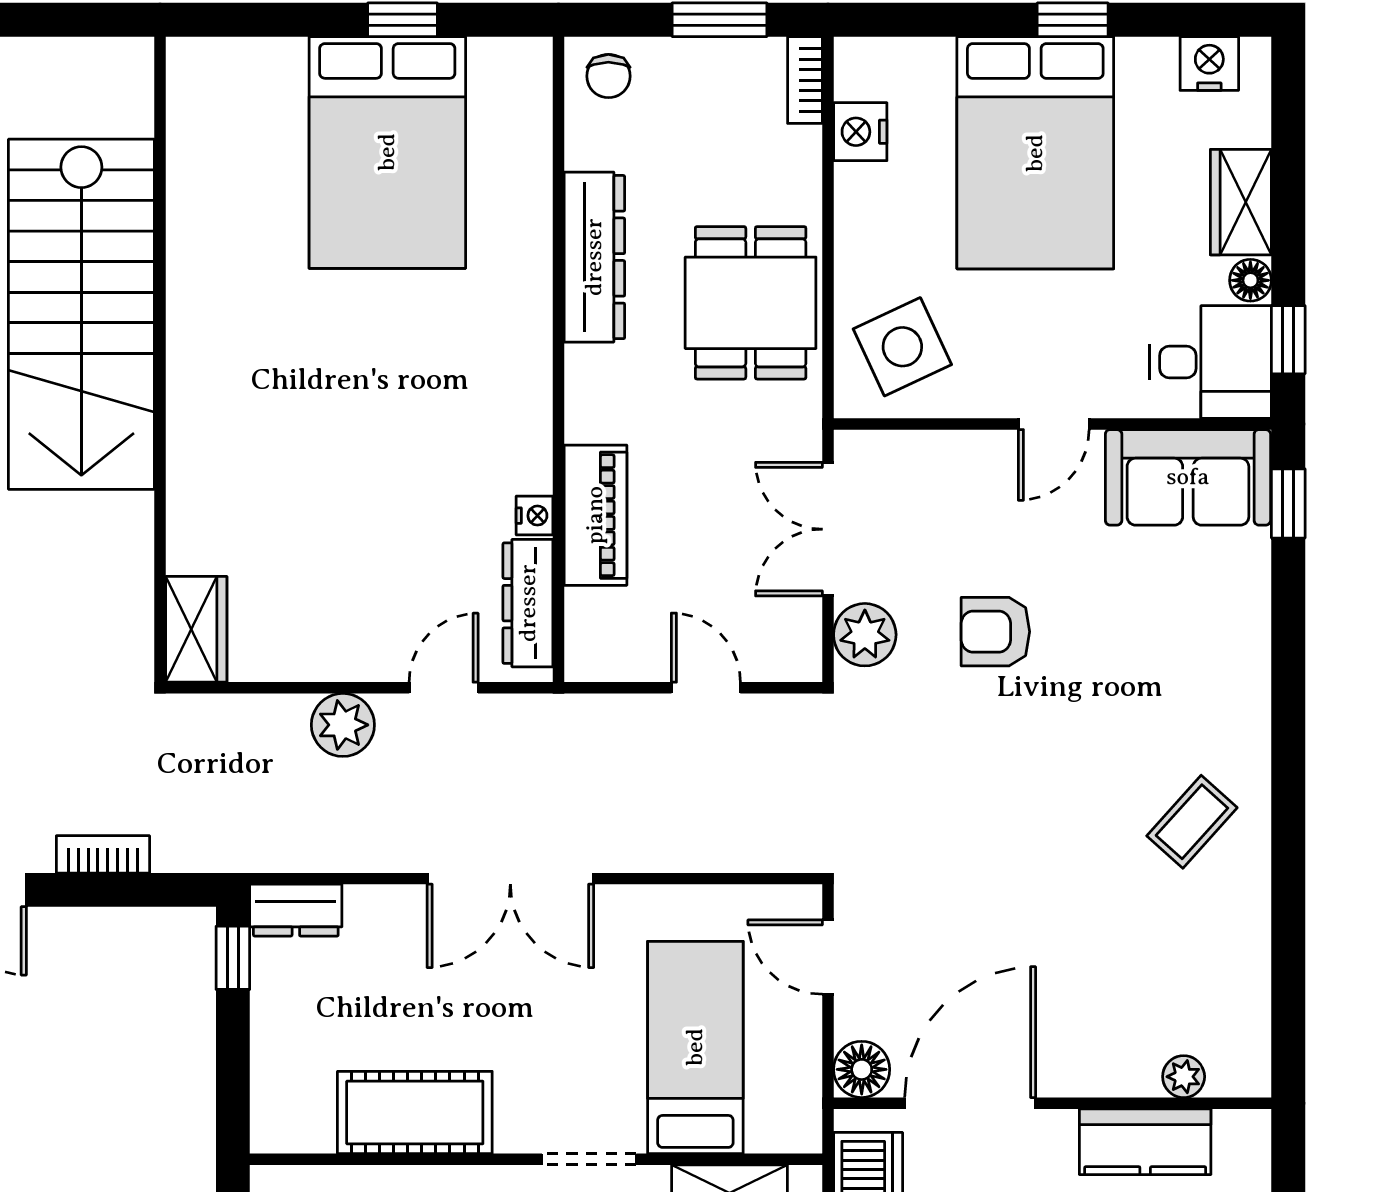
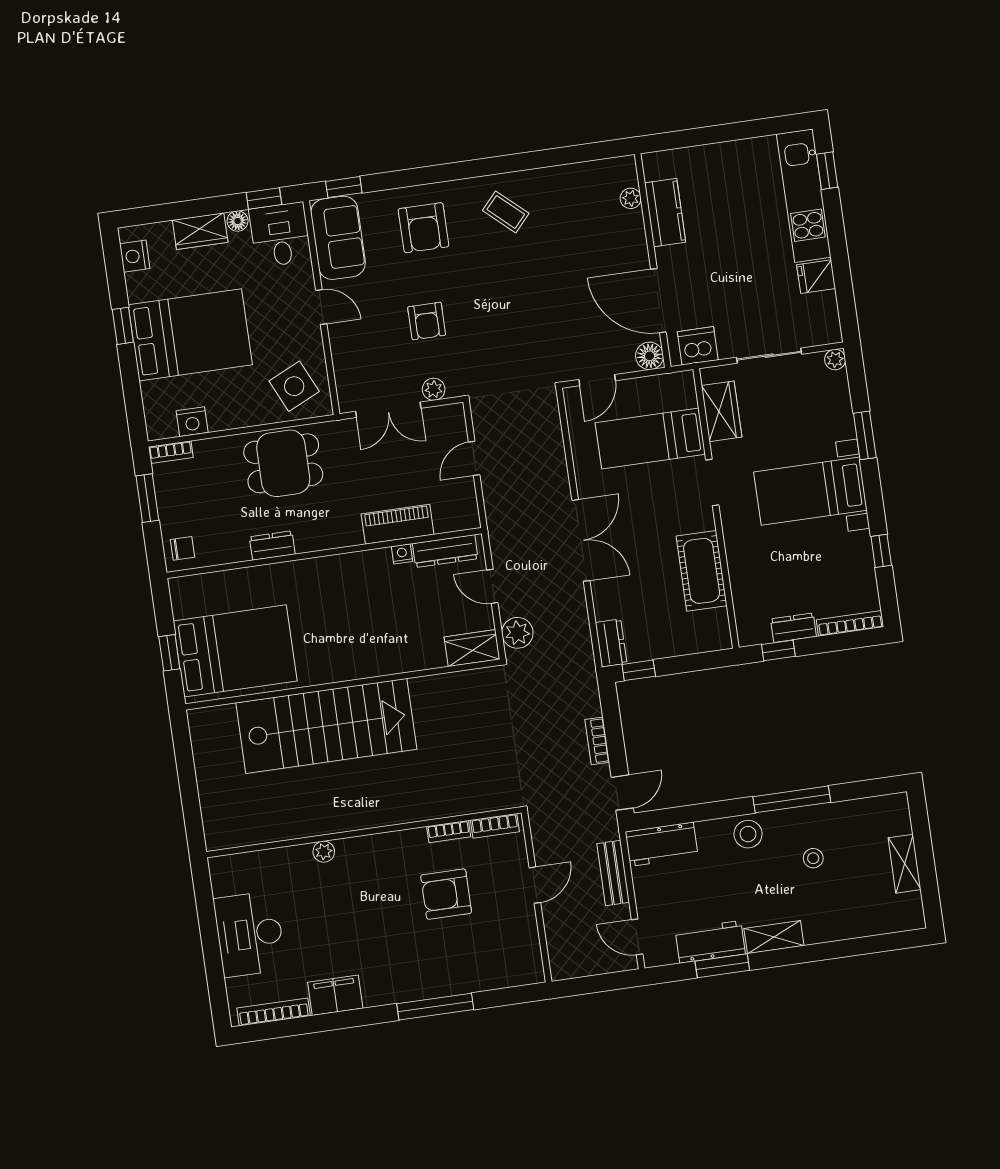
dresser: (594, 257) -> (272, 546), width x0.51, depth x0.80
stairs: (81, 314) -> (326, 726), moved
wall: (160, 359) -> (343, 684), moved
wardrobe: (196, 629) -> (472, 648), moved
plant: (865, 635) -> (434, 389), width x0.73, depth x0.73
armchair: (1184, 652) -> (424, 228), added

